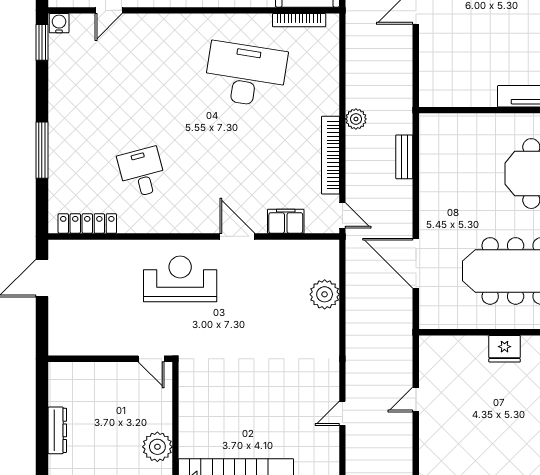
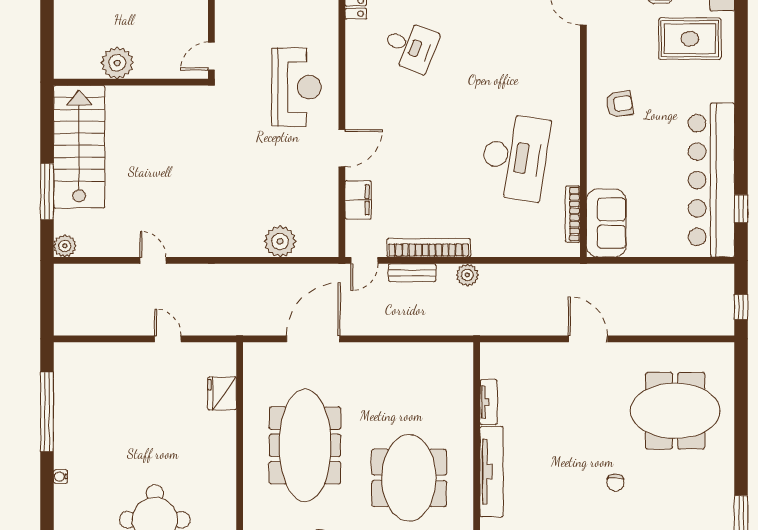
tv unit: (475, 99) -> (489, 402), added
bench: (404, 157) -> (412, 273), moved
desk: (142, 172) -> (410, 46), turned 36
fridge: (505, 349) -> (222, 393), moved

